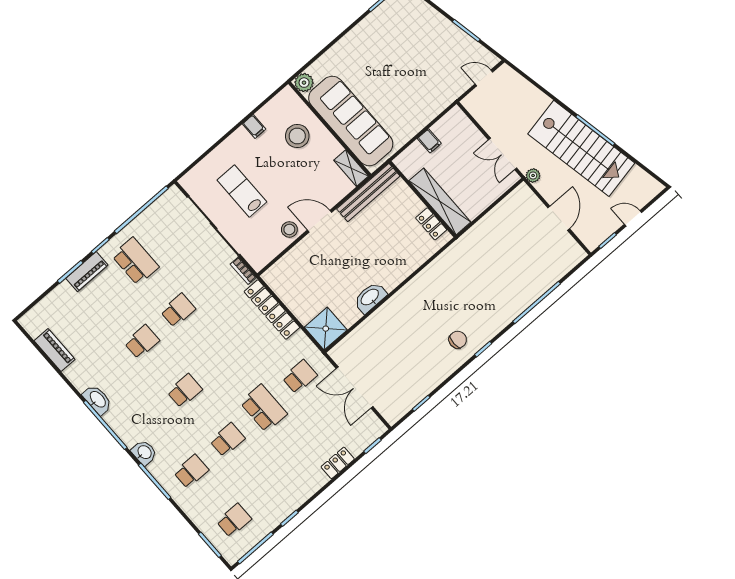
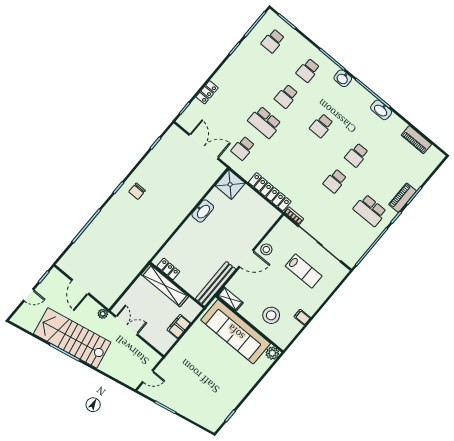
filing cabinet: (429, 141) -> (179, 326), width x2.00

